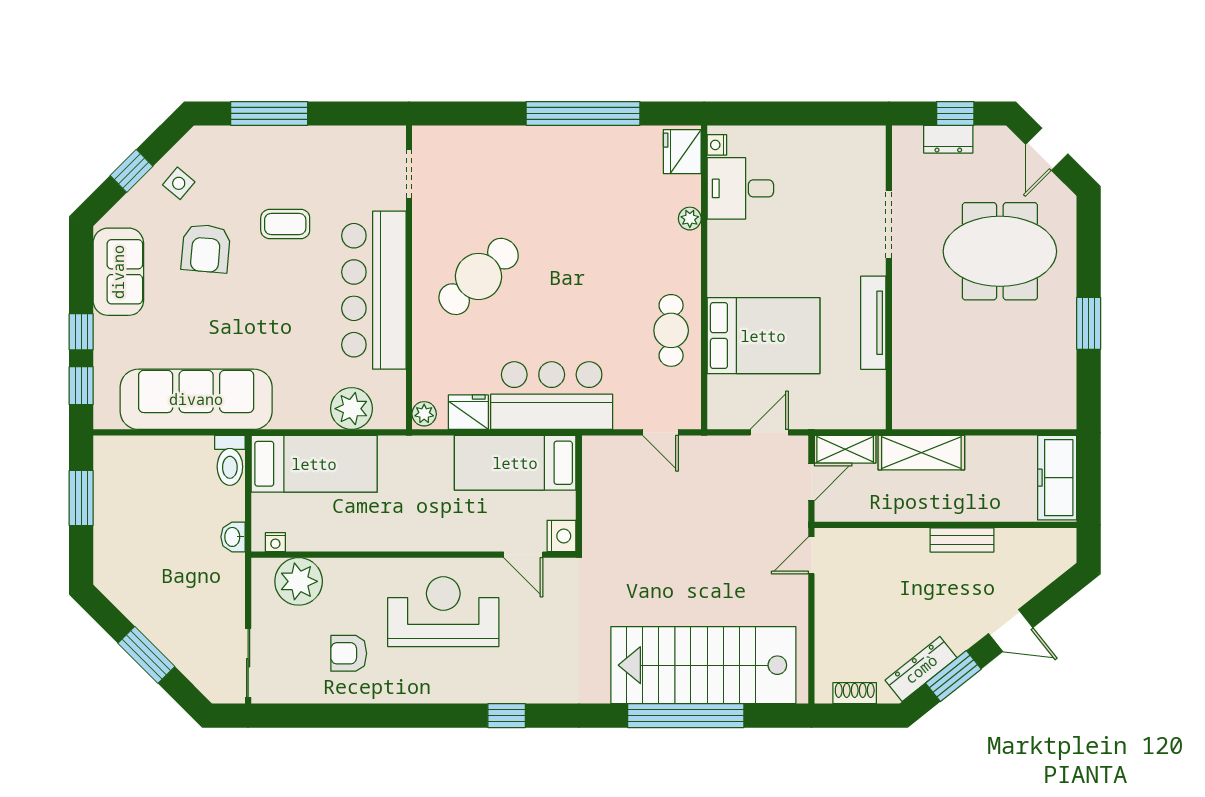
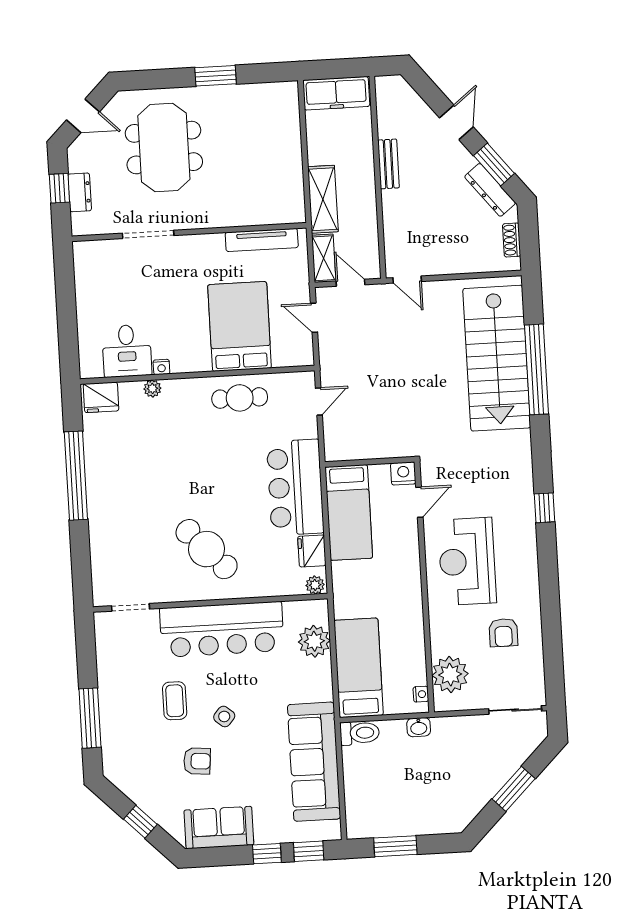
nightstand: (717, 145) -> (161, 367), moved
side table: (179, 183) -> (224, 716), moved
armchair: (206, 248) -> (197, 761), width x0.72, depth x0.72
tv unit: (873, 323) -> (262, 240), moved

